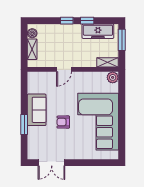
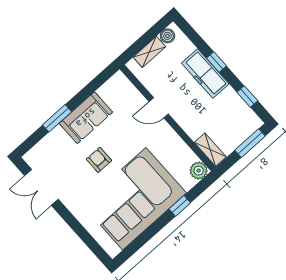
window: (87, 21) -> (247, 96), moved
freezer: (98, 31) -> (205, 74), moved
window: (122, 102) -> (180, 206), added

